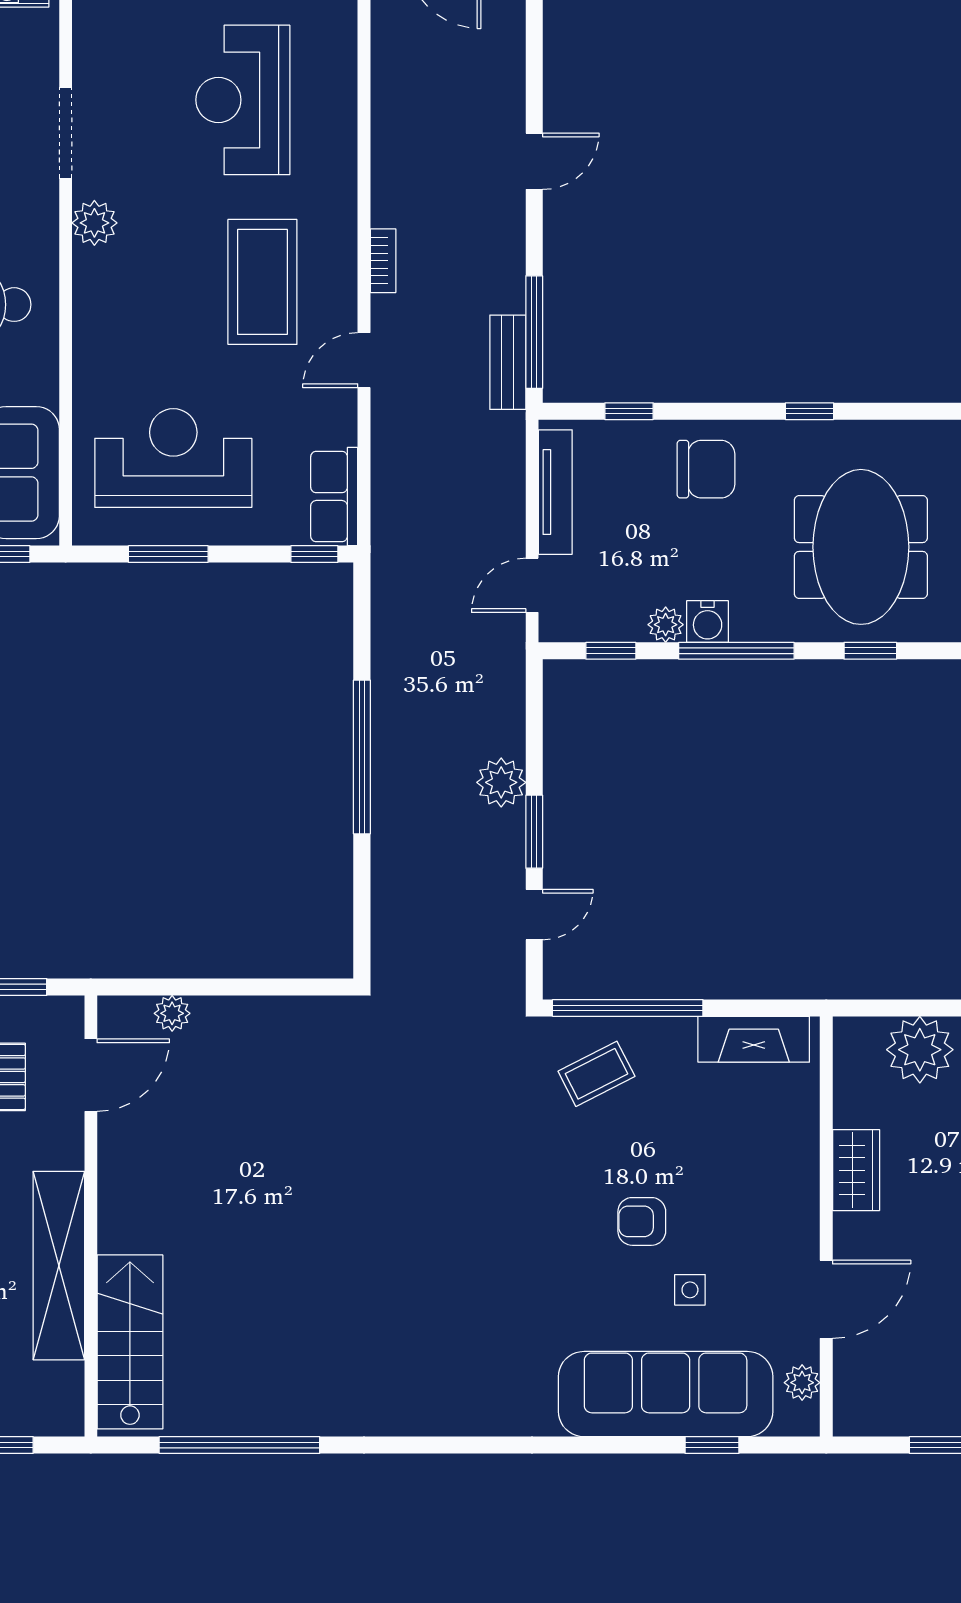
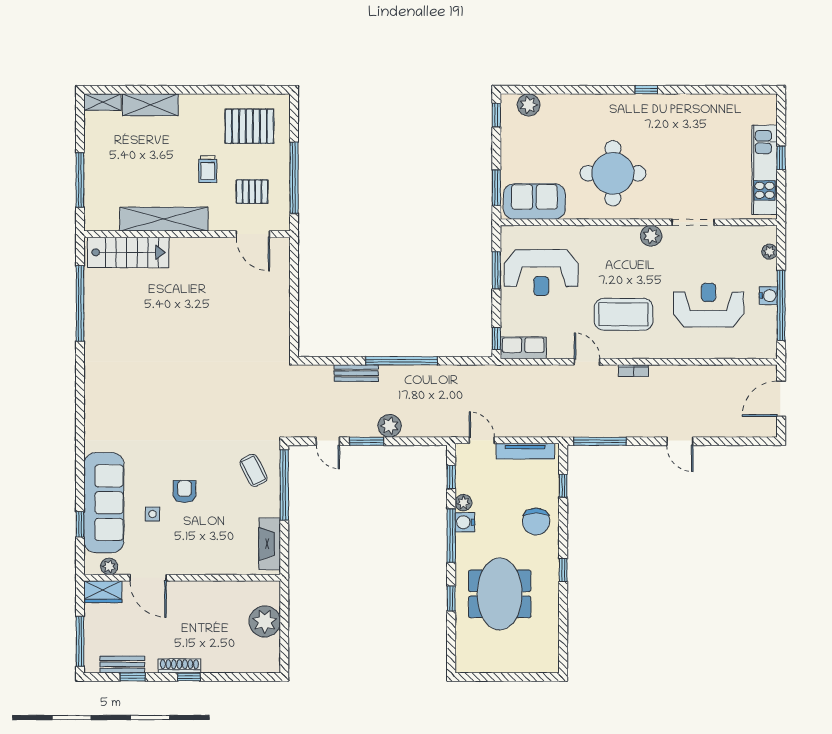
bench: (508, 362) -> (356, 373), moved
reception desk: (173, 458) -> (541, 273), turned 90
meeting table: (861, 547) -> (500, 594), turned 90
plant: (172, 1013) -> (282, 272), removed
wardrobe: (856, 1170) -> (103, 592), moved

